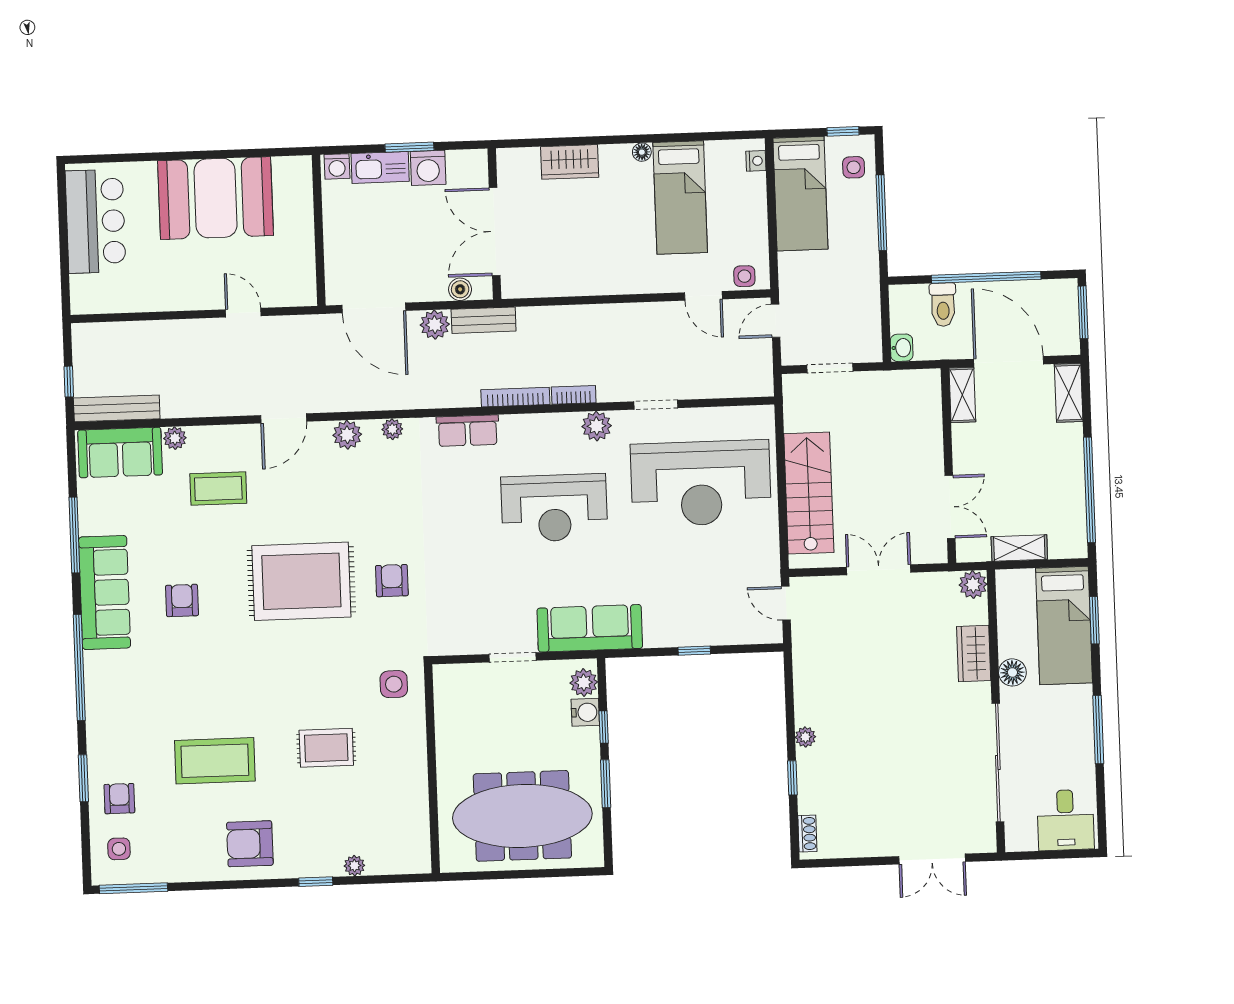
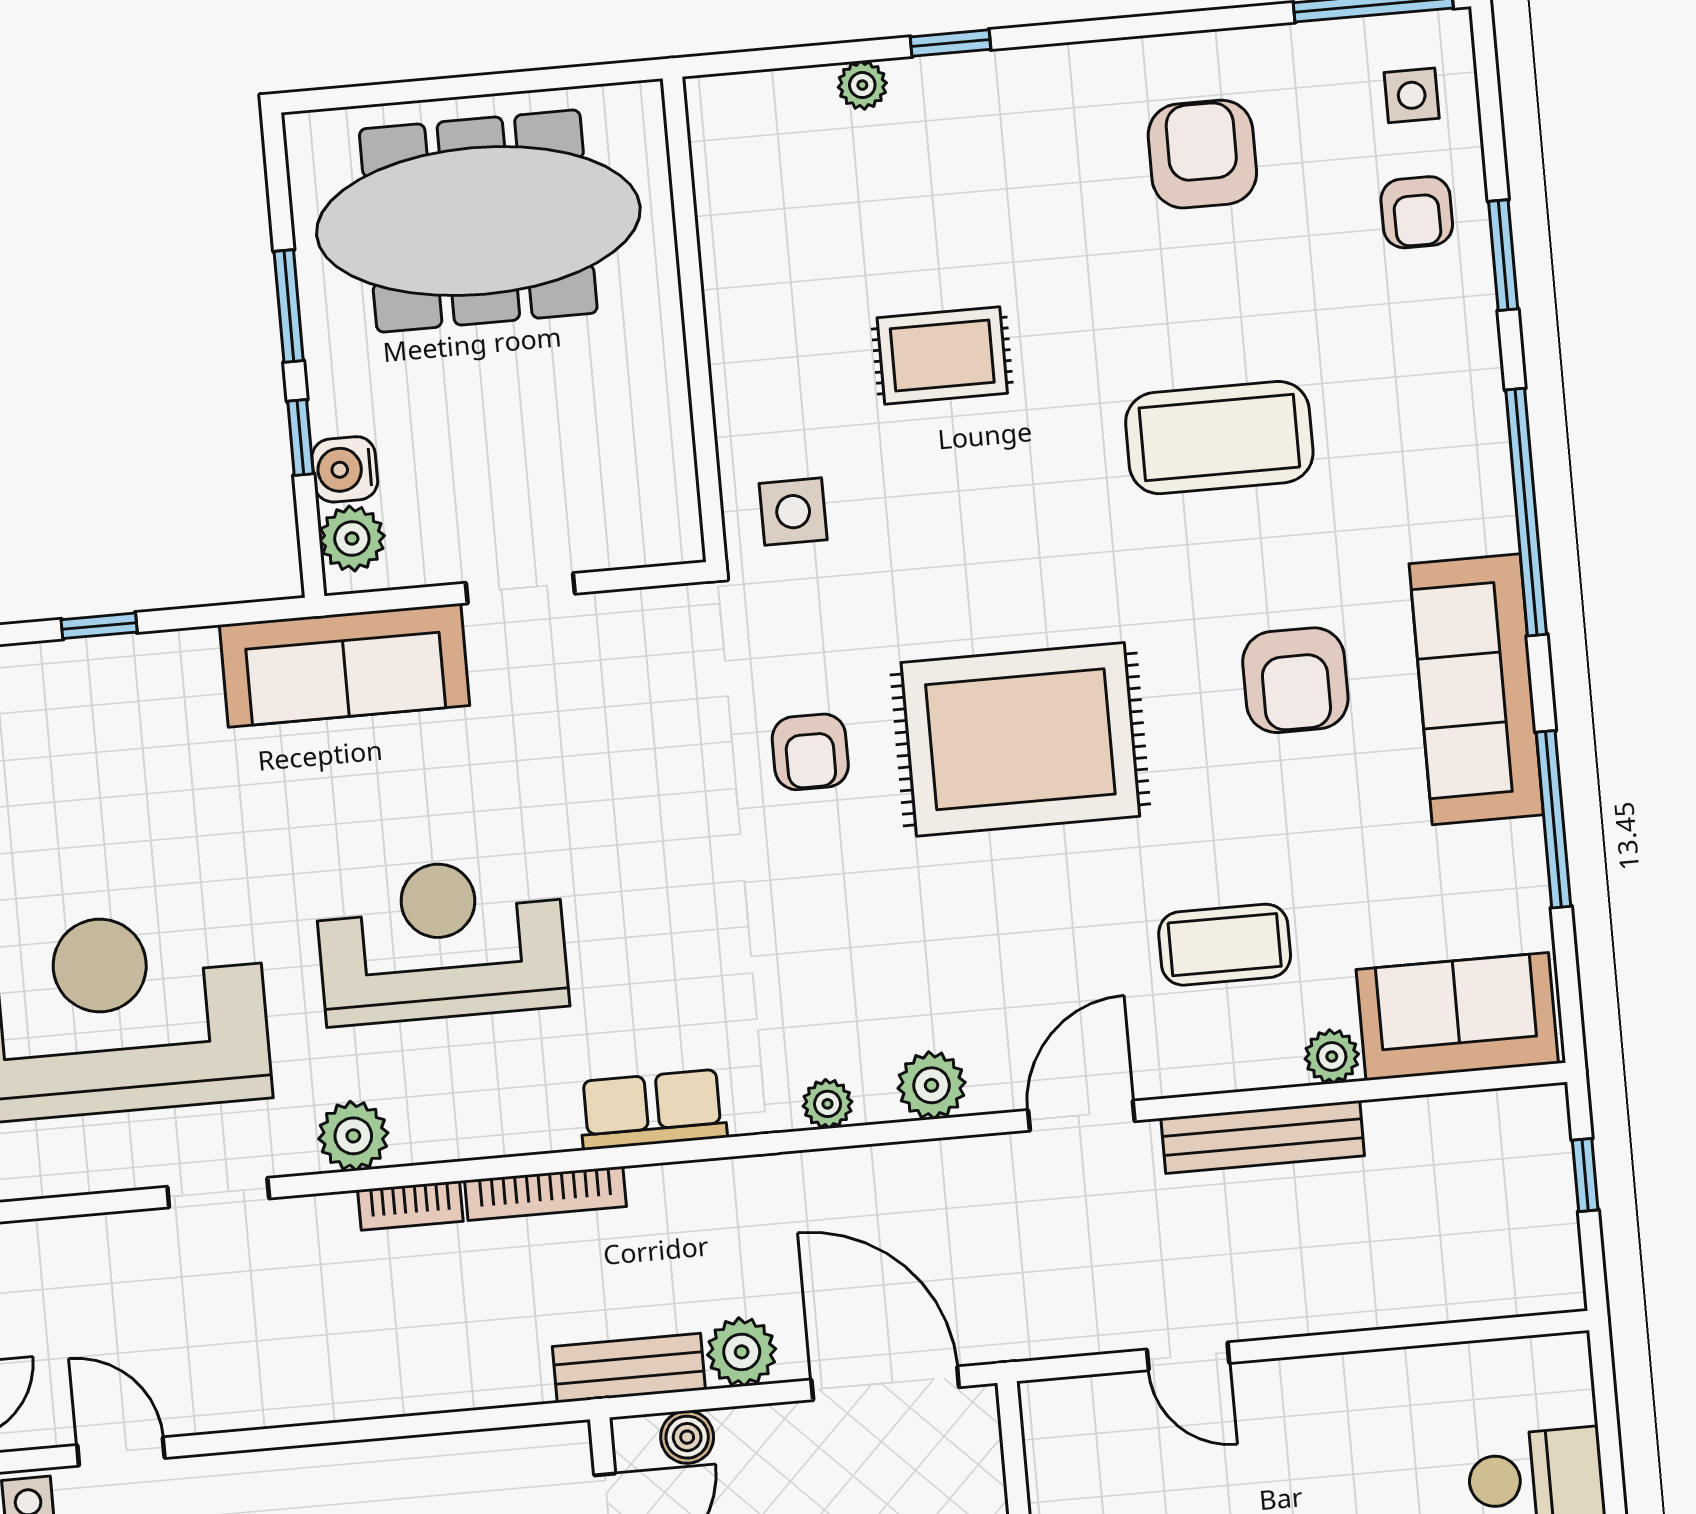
bench: (117, 408) -> (1263, 1137), moved
armchair: (182, 600) -> (1295, 680), width x1.38, depth x1.38
coffee table: (215, 761) -> (1219, 438), moved
armchair: (250, 844) -> (1202, 154), moved, turned -90

